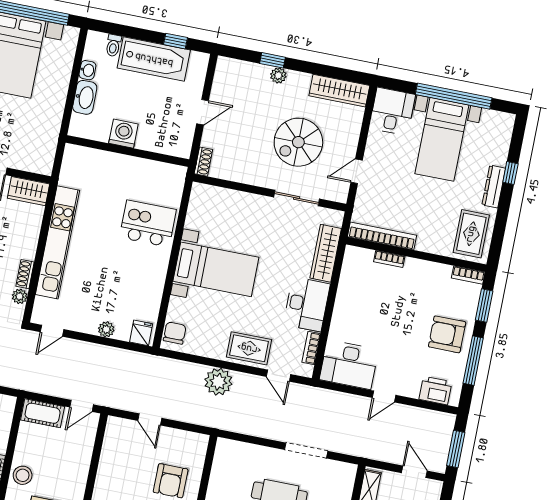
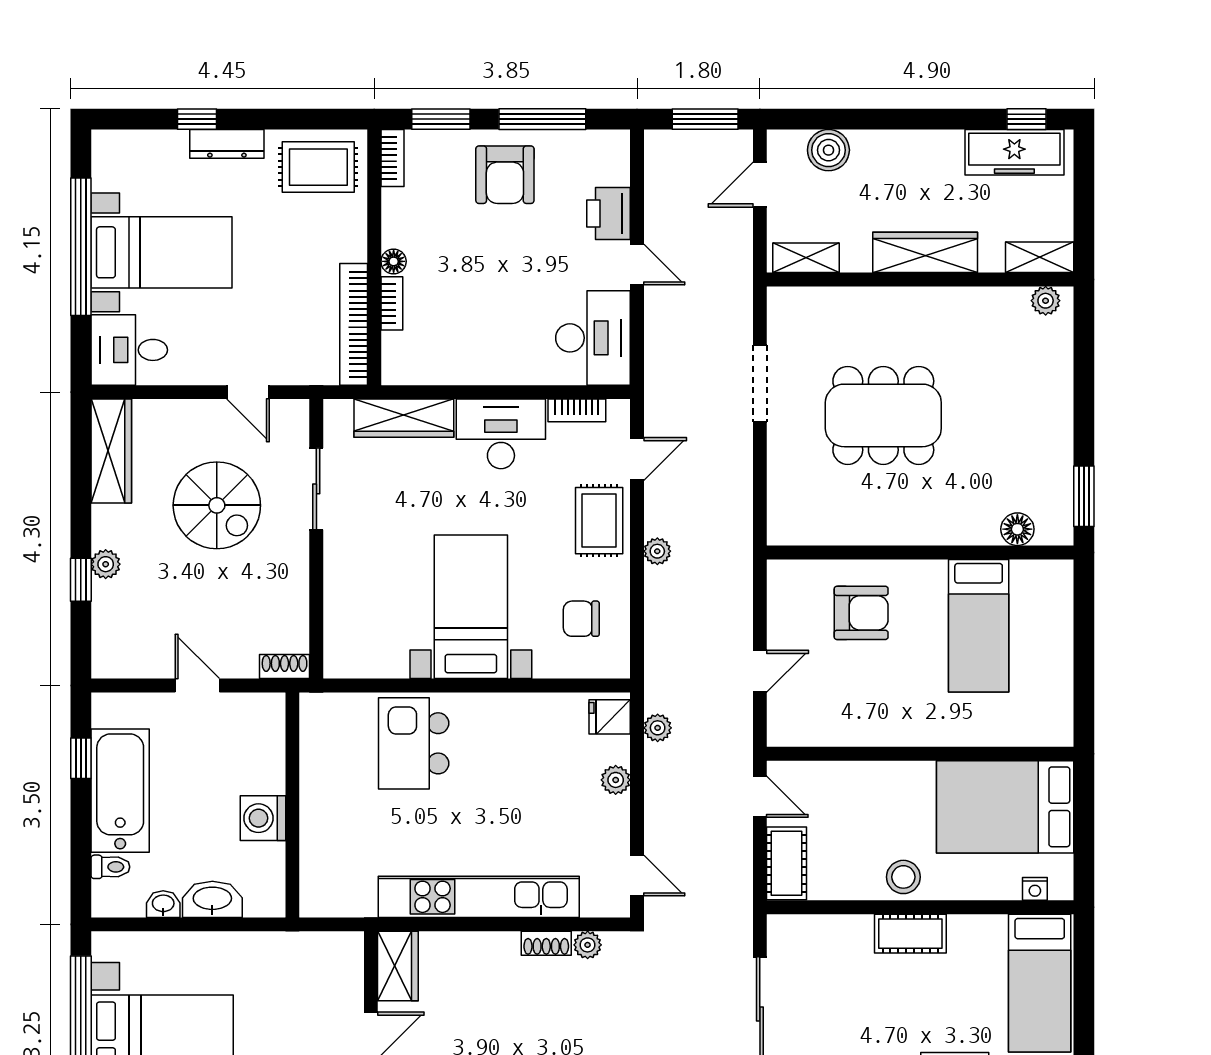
floor lamp: (412, 264) -> (394, 261), added
chair: (175, 333) -> (581, 619), moved
plant: (130, 358) -> (658, 728), added
plant: (218, 382) -> (657, 551), width x0.53, depth x0.53
printer: (435, 391) -> (609, 213), moved

